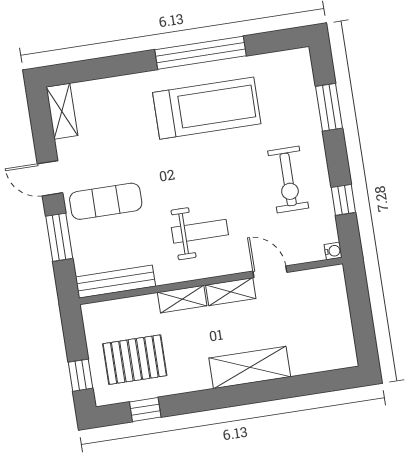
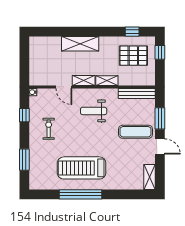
exercise bike: (288, 179) -> (49, 129), width x0.73, depth x0.72

